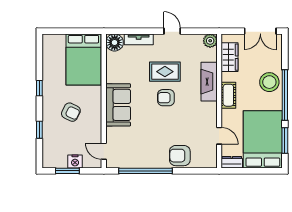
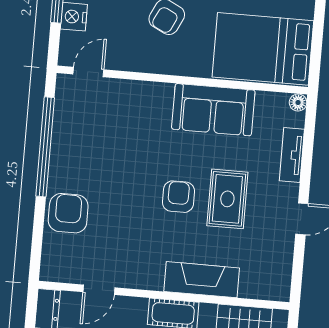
plant: (210, 41) -> (278, 288), removed
floor lamp: (115, 42) -> (298, 102), width x0.53, depth x0.53
sofa: (118, 105) -> (213, 110), moved

